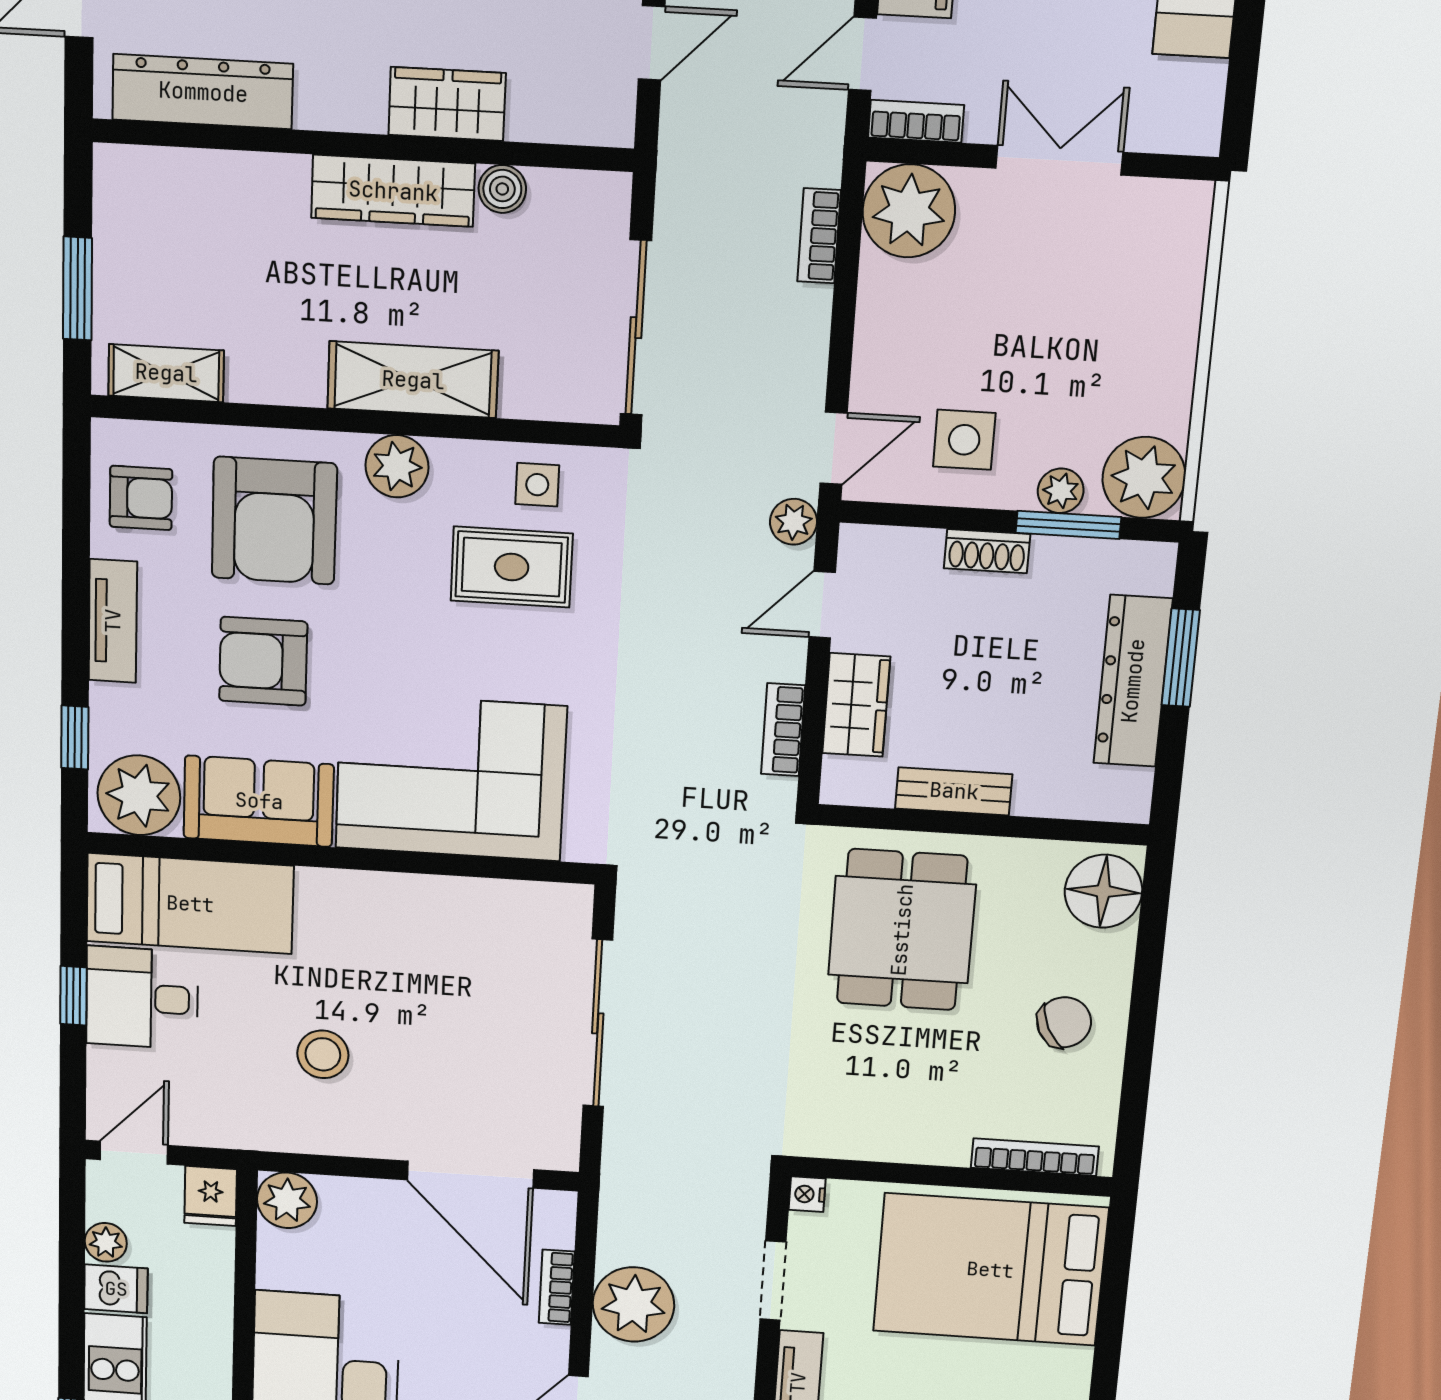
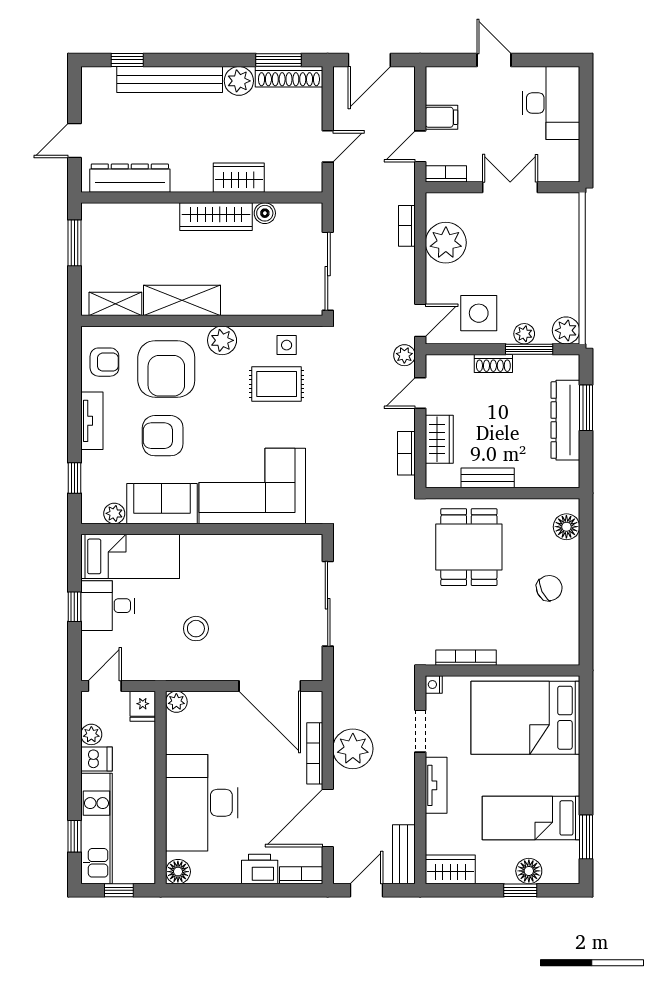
plant: (909, 211) -> (446, 243), moved
window: (78, 289) -> (74, 243), moved
shelving: (413, 380) -> (182, 300), moved
side table: (964, 440) -> (479, 313), width x1.37, depth x1.37
plant: (1144, 477) -> (566, 330), width x0.73, depth x0.73
plant: (139, 795) -> (114, 513), width x0.53, depth x0.53
floor lamp: (1103, 891) -> (566, 527), width x0.73, depth x0.73
bookcase: (1035, 1157) -> (466, 658), moved
plant: (287, 1200) -> (176, 702), width x0.73, depth x0.73
bookcase: (557, 1287) -> (315, 753), width x1.56

